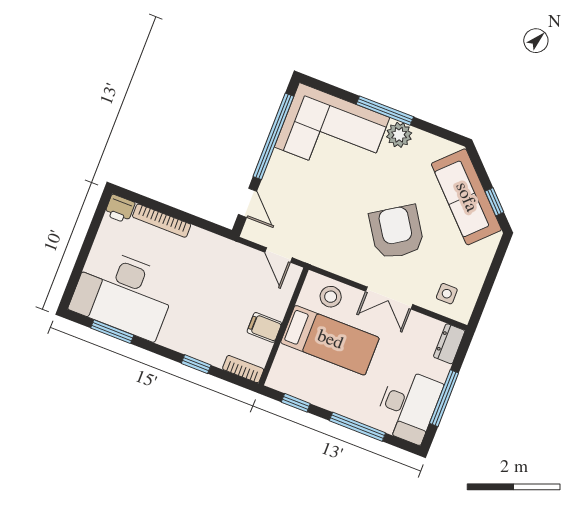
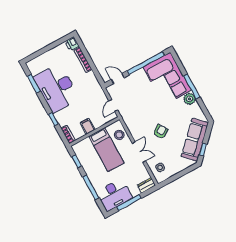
door: (248, 203) -> (118, 79), swing flipped
armchair: (397, 232) -> (161, 132), width x0.53, depth x0.53
desk: (124, 293) -> (57, 88), moved
double door: (389, 298) -> (139, 152), swing flipped

